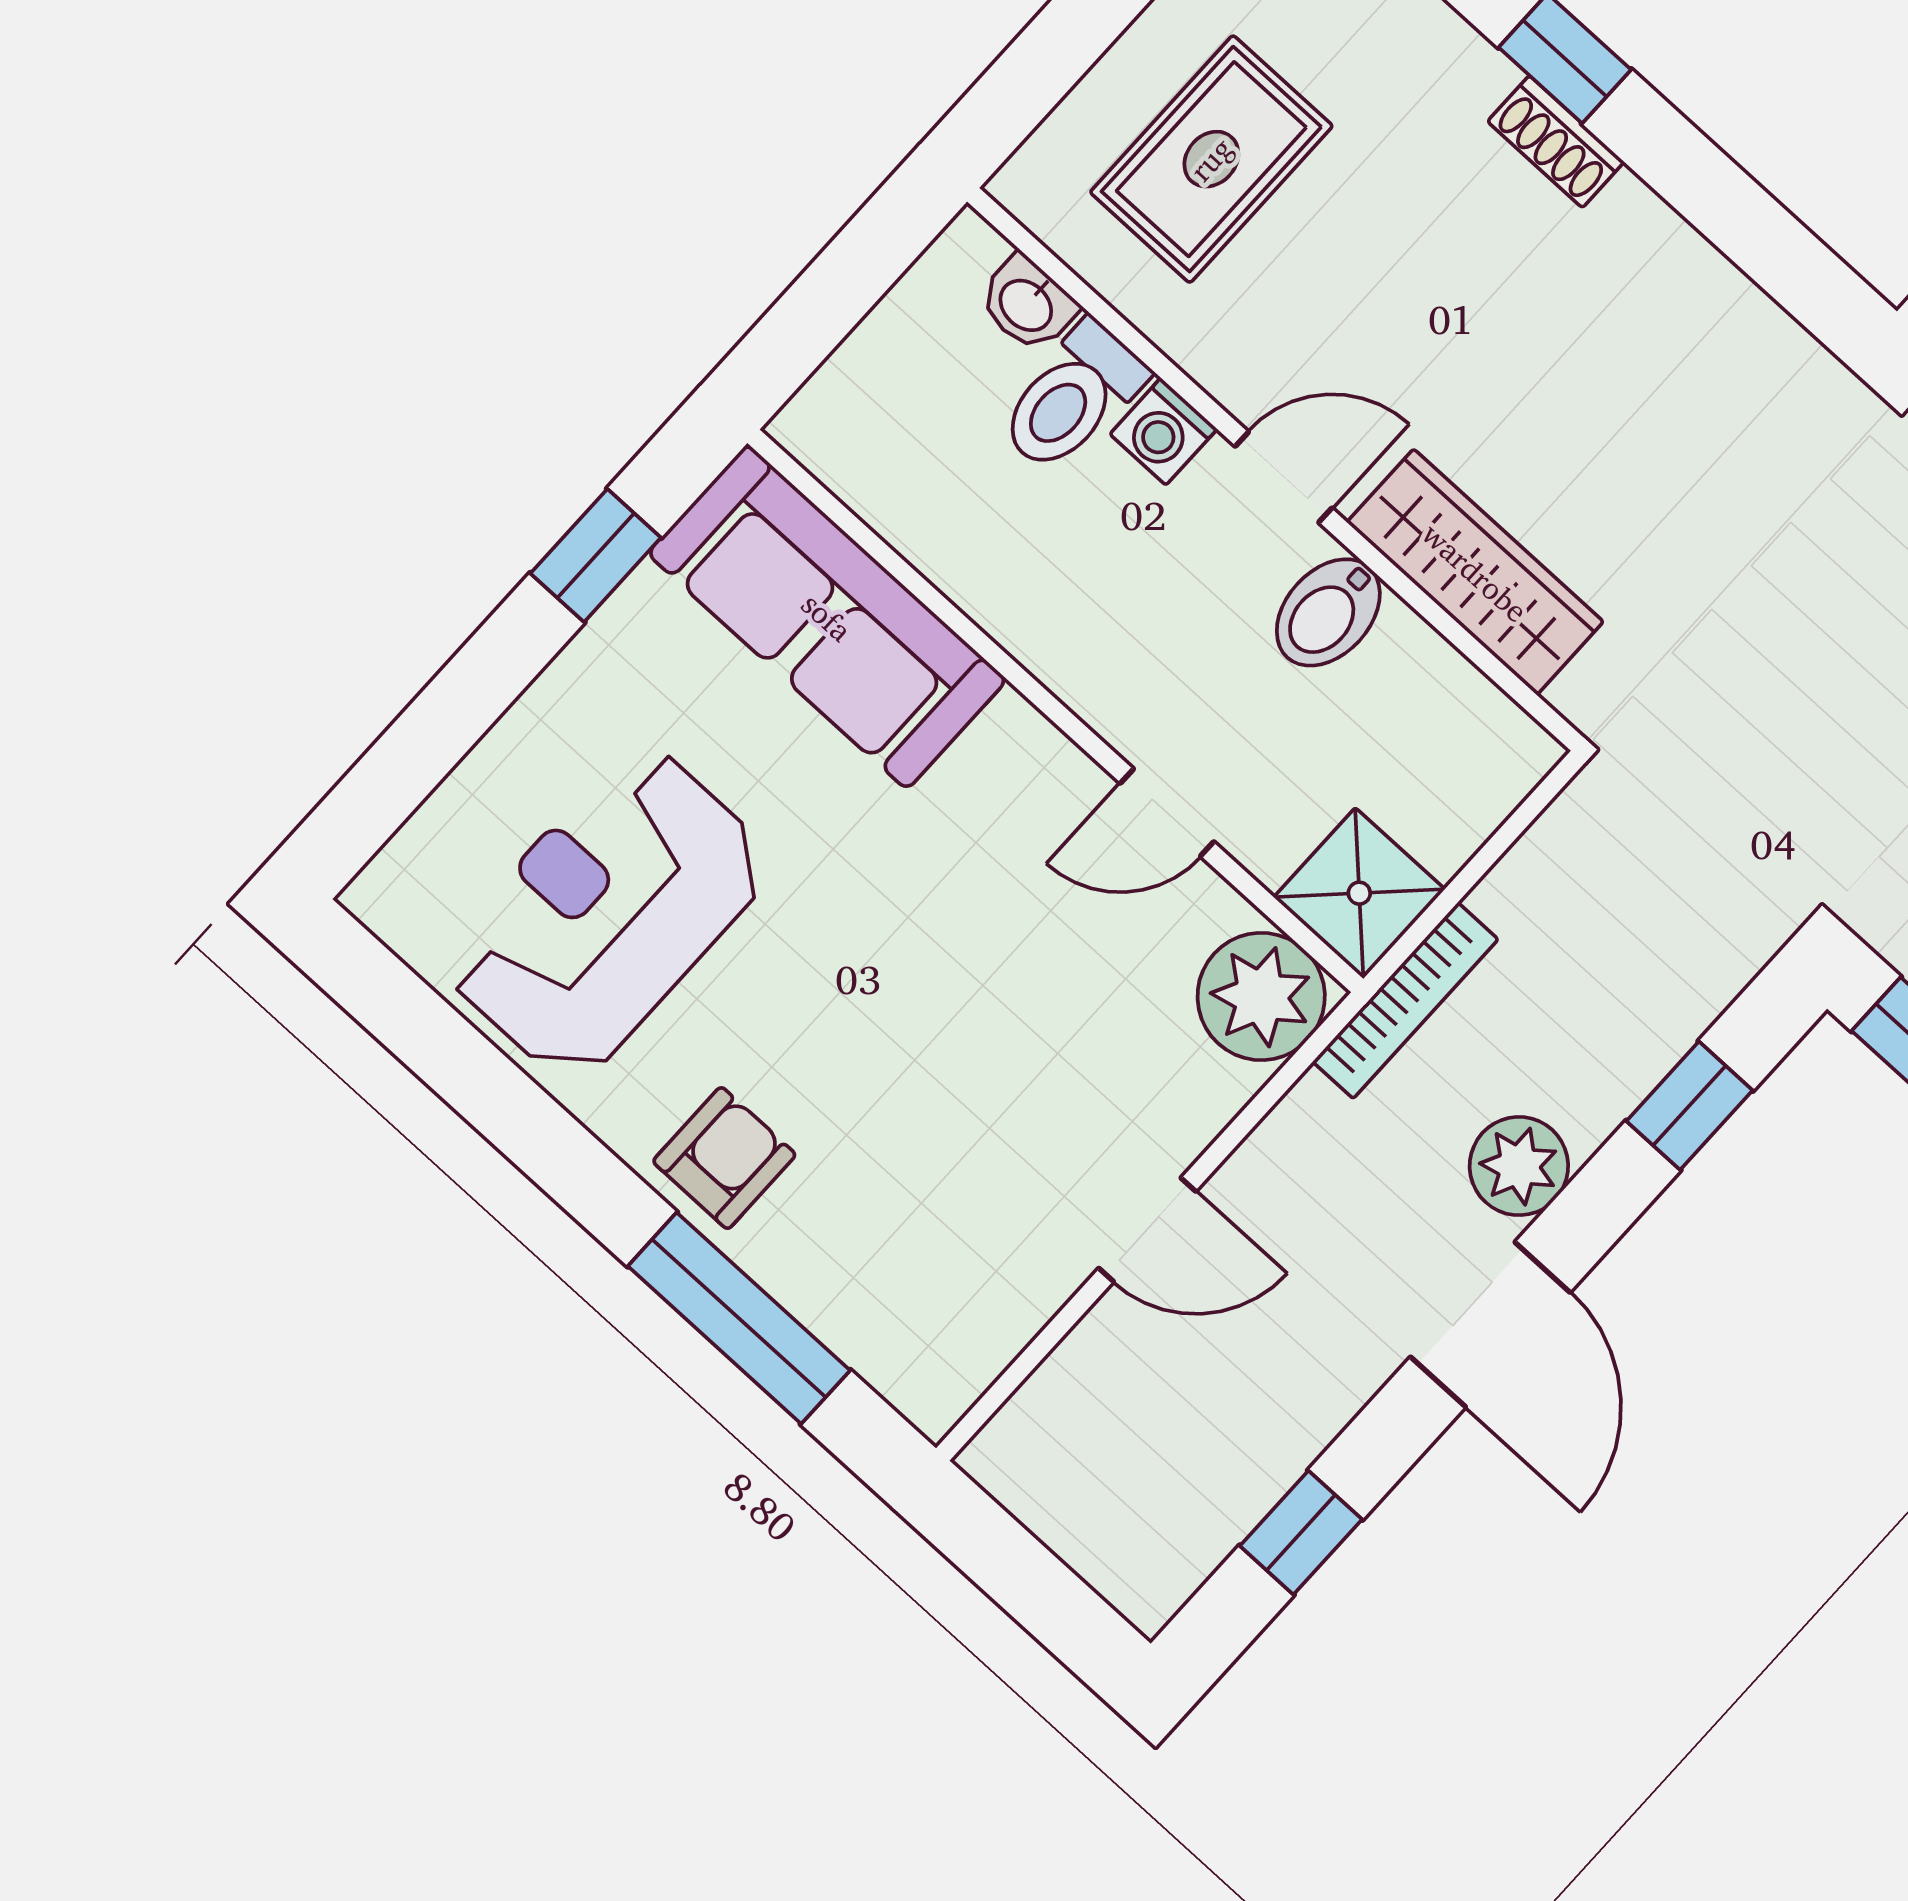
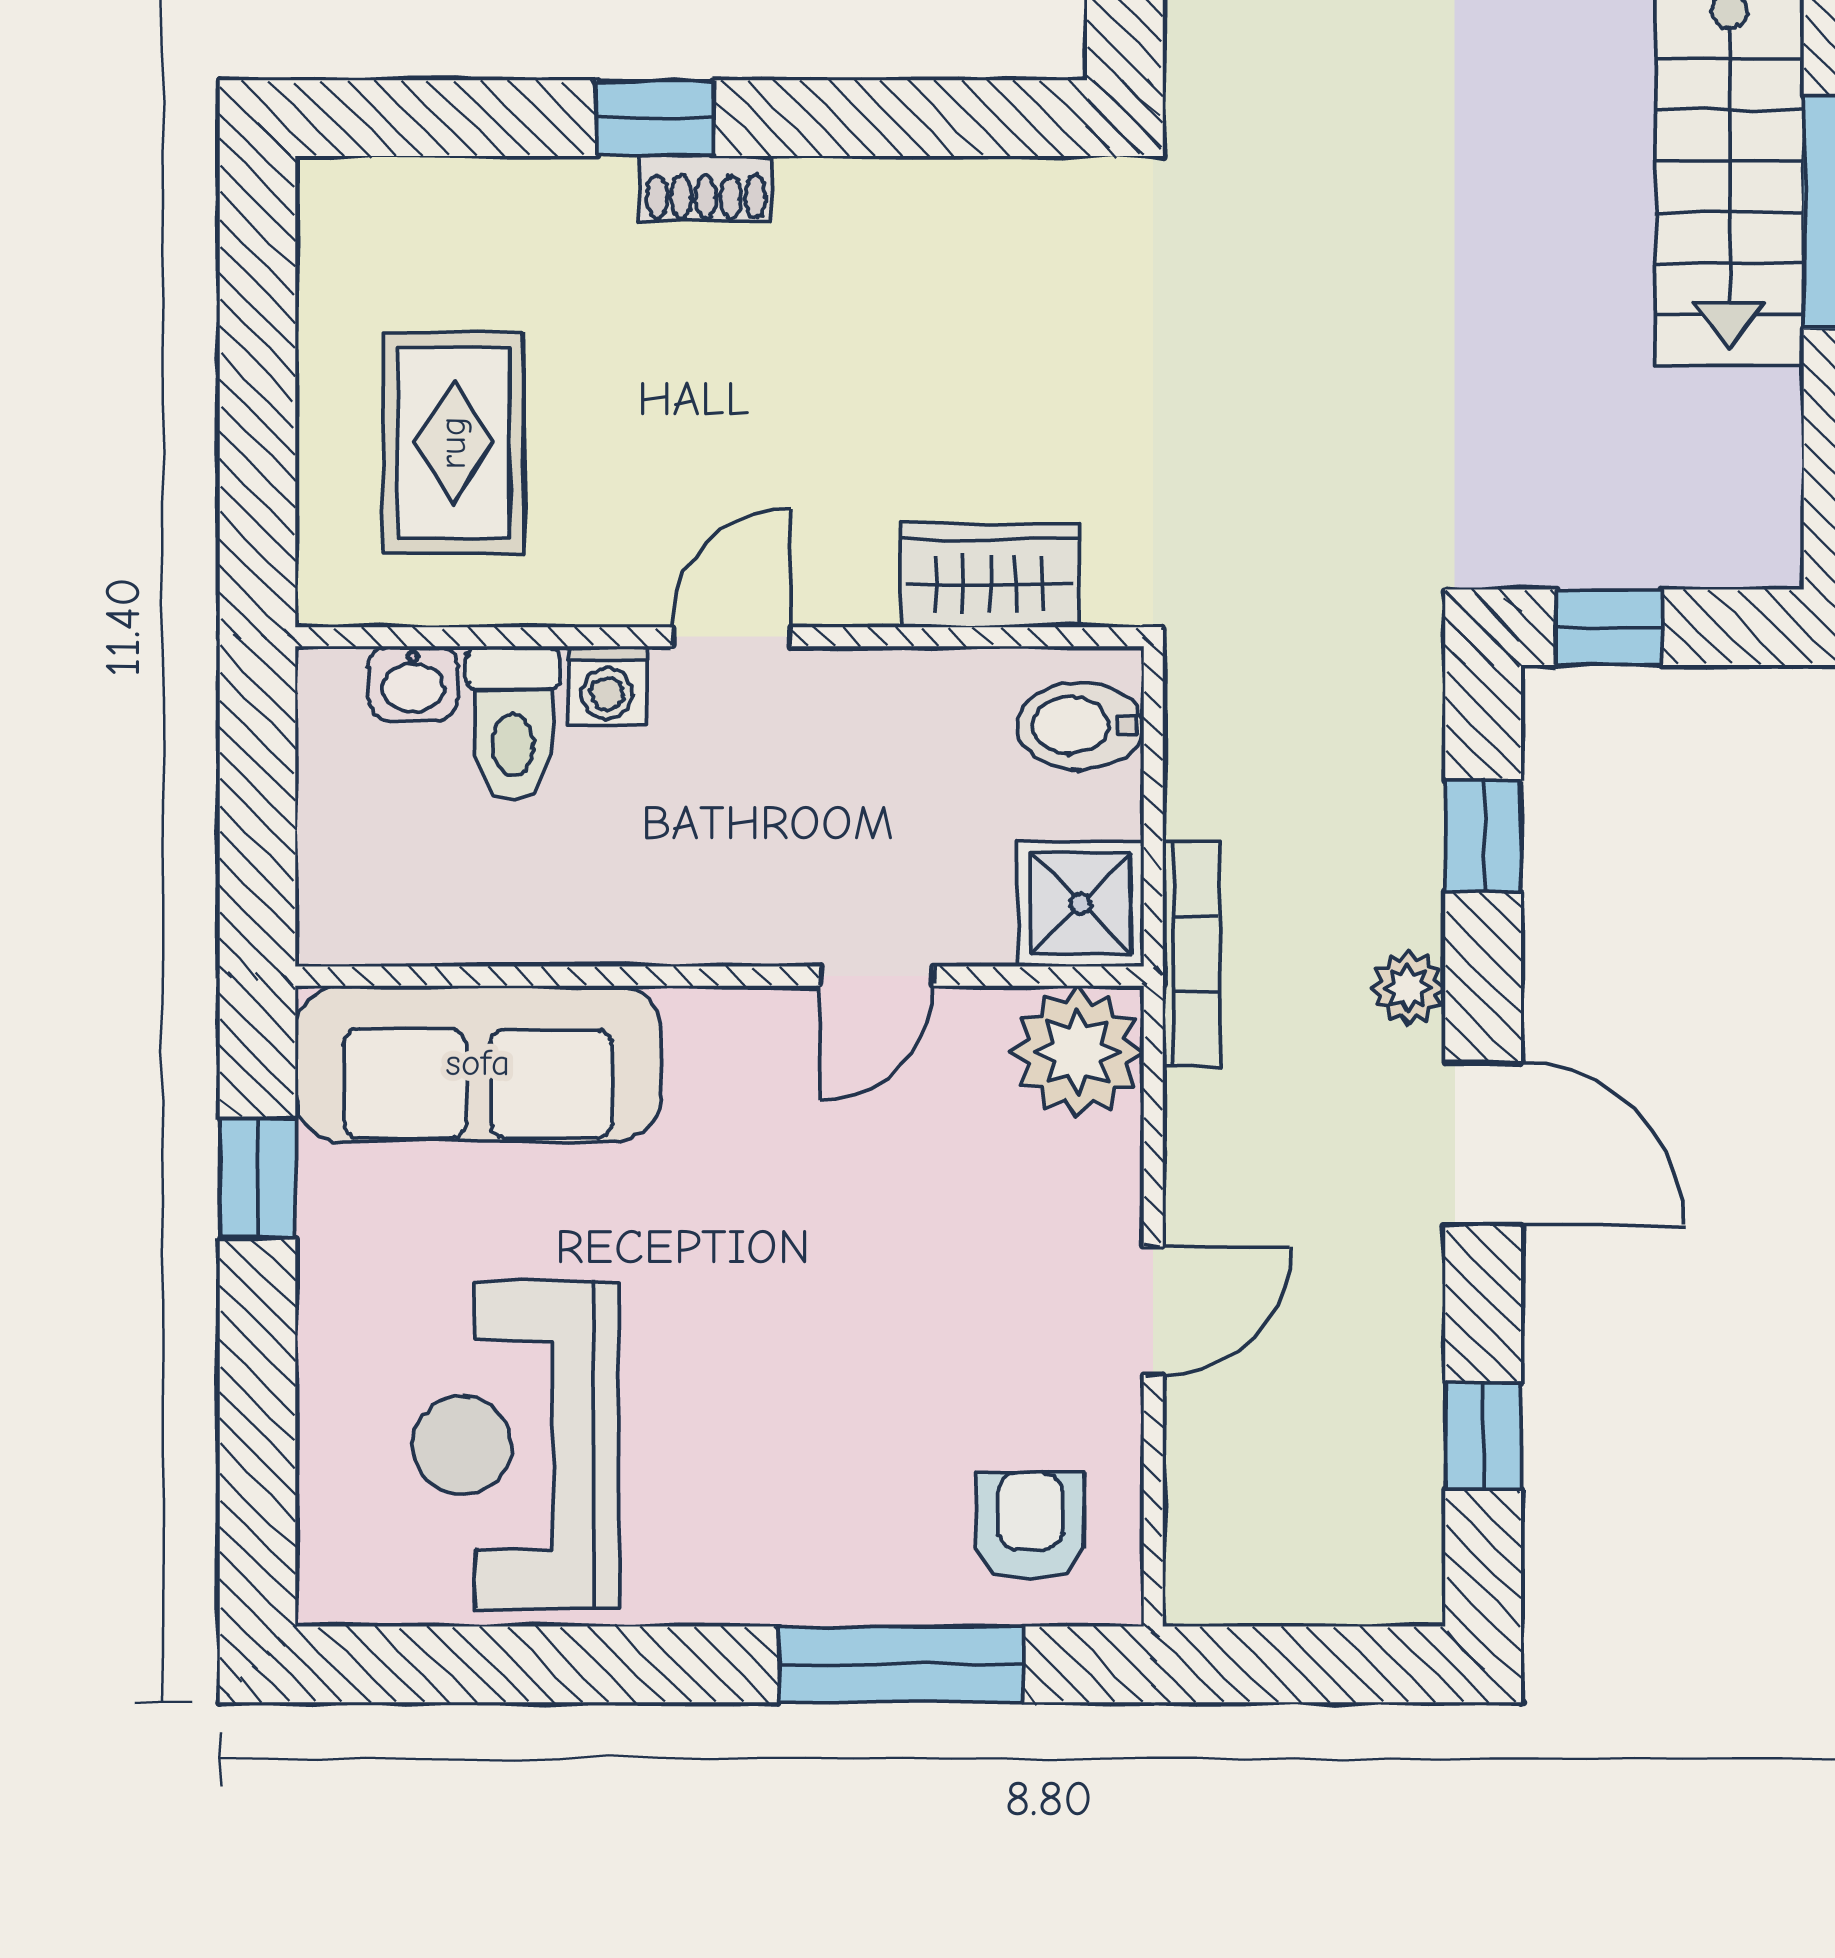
wardrobe: (1475, 572) -> (990, 576), width x0.67
bidet: (1328, 612) -> (1080, 726), moved, turned 90
armchair: (724, 1158) -> (1030, 1526), moved
plant: (1519, 1166) -> (1408, 988), width x0.73, depth x0.73

